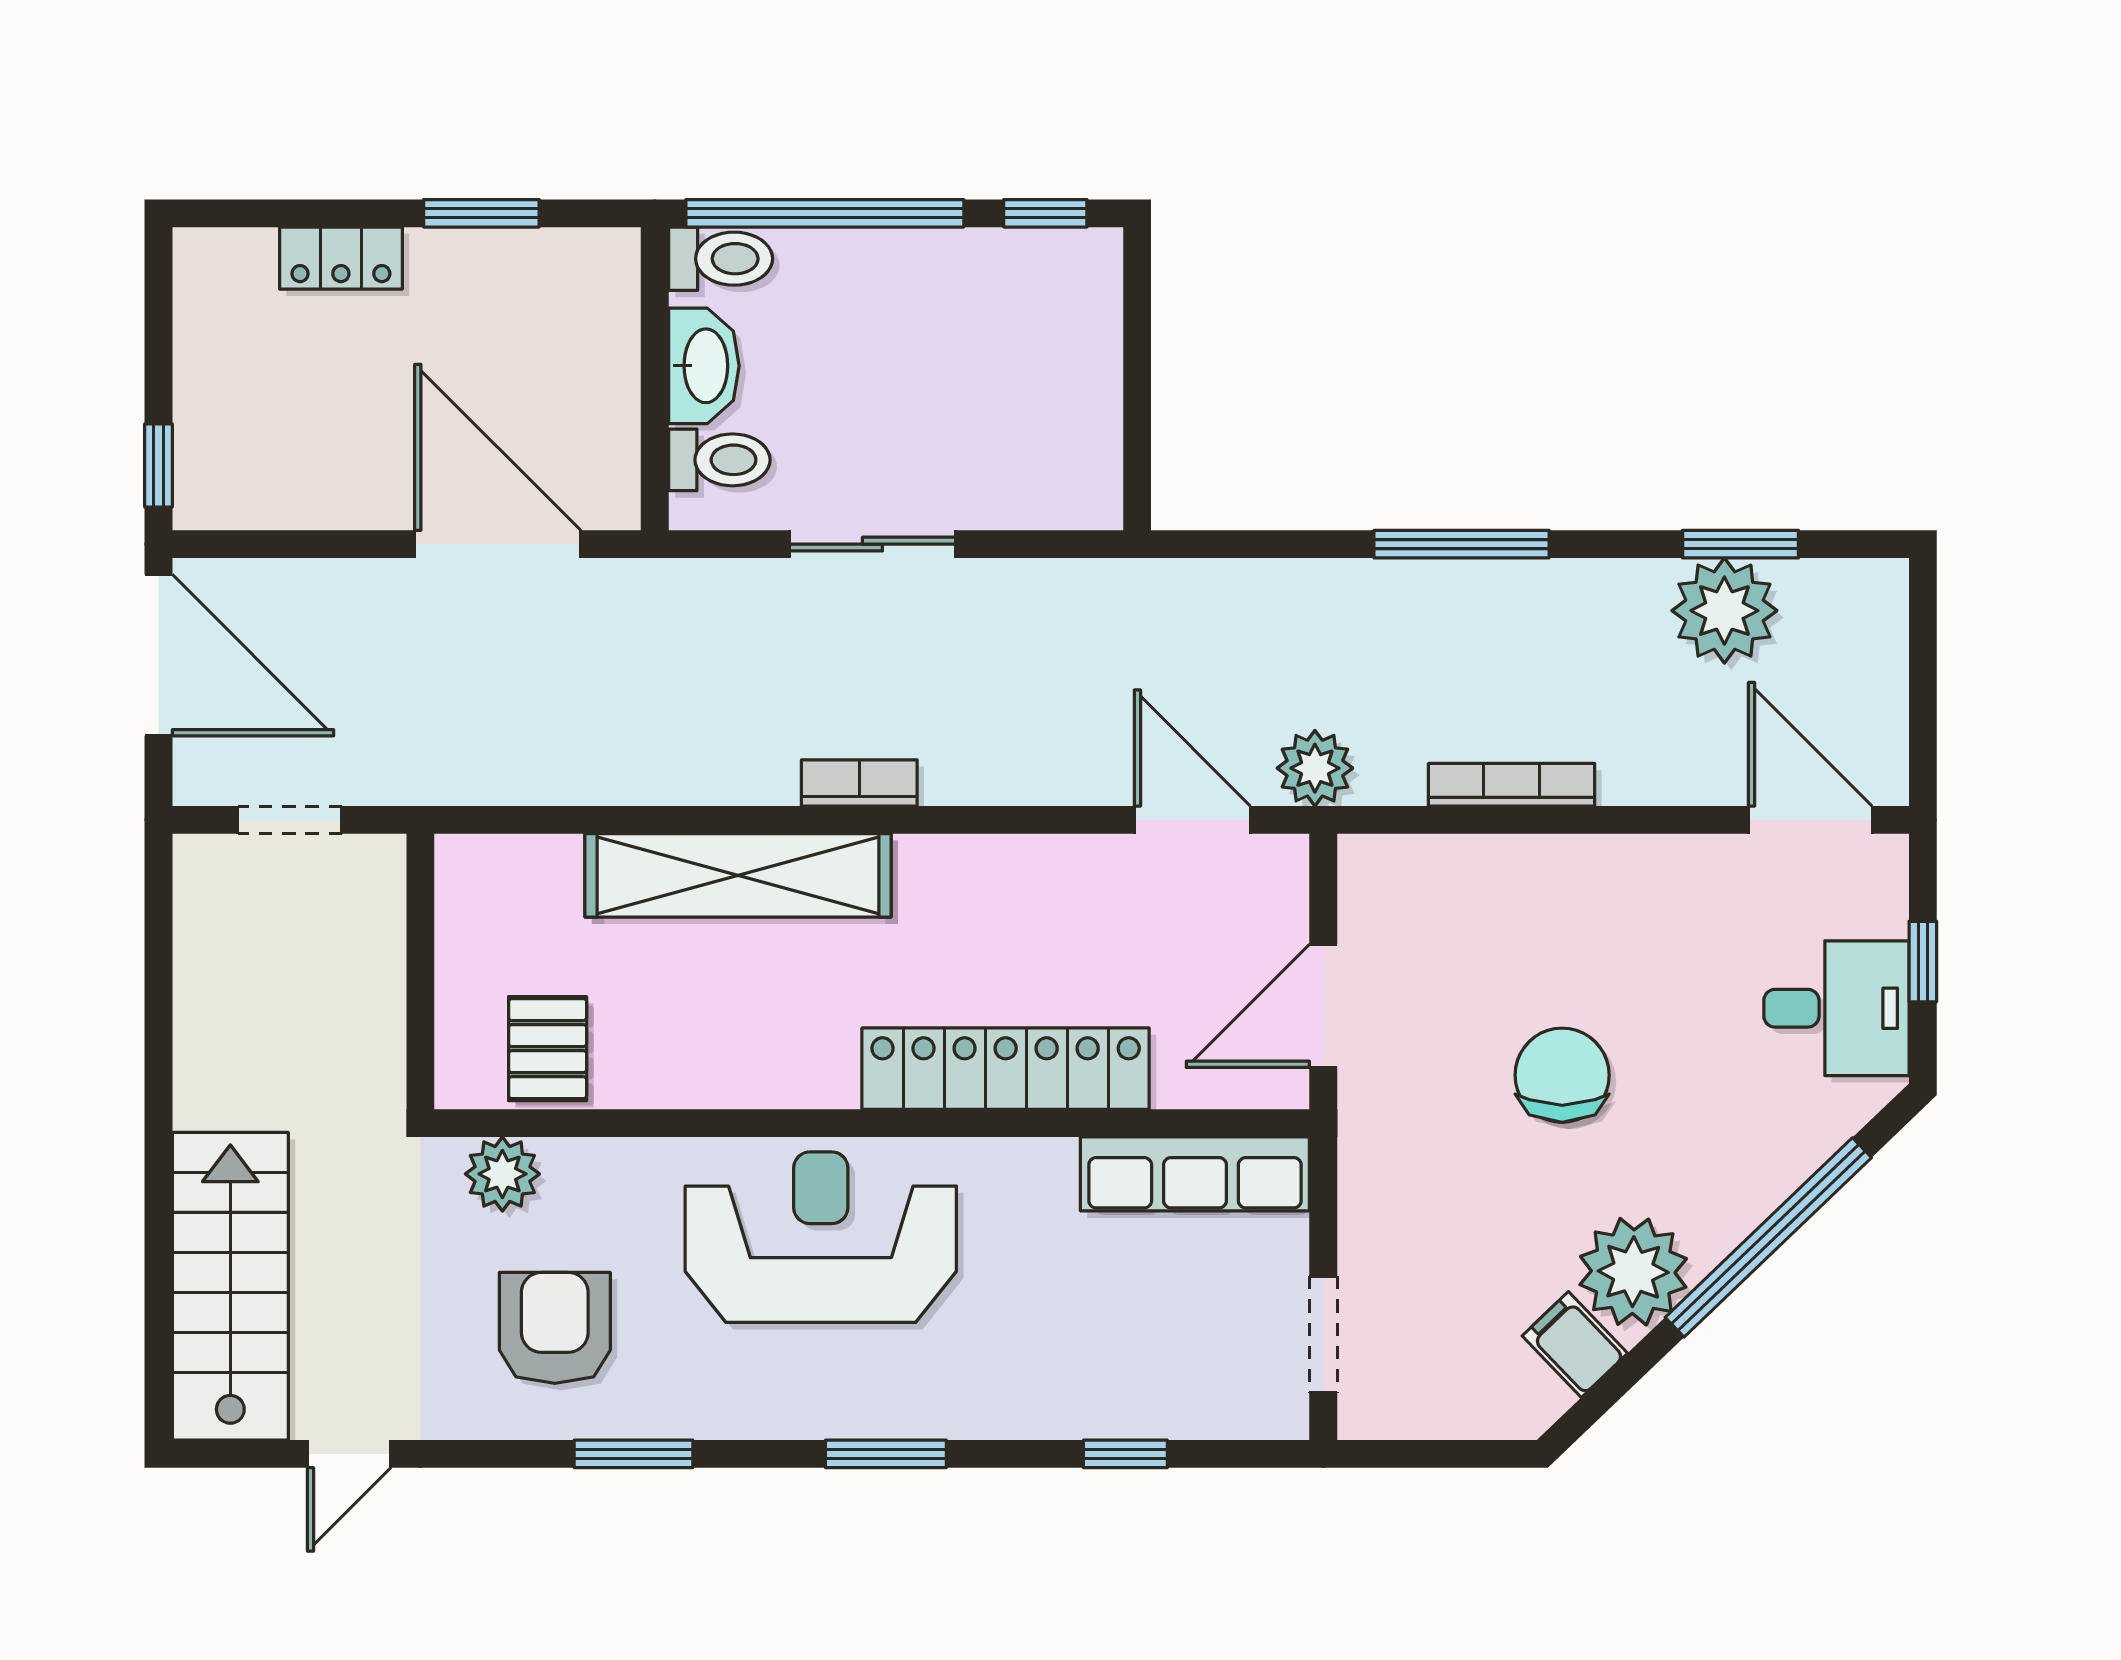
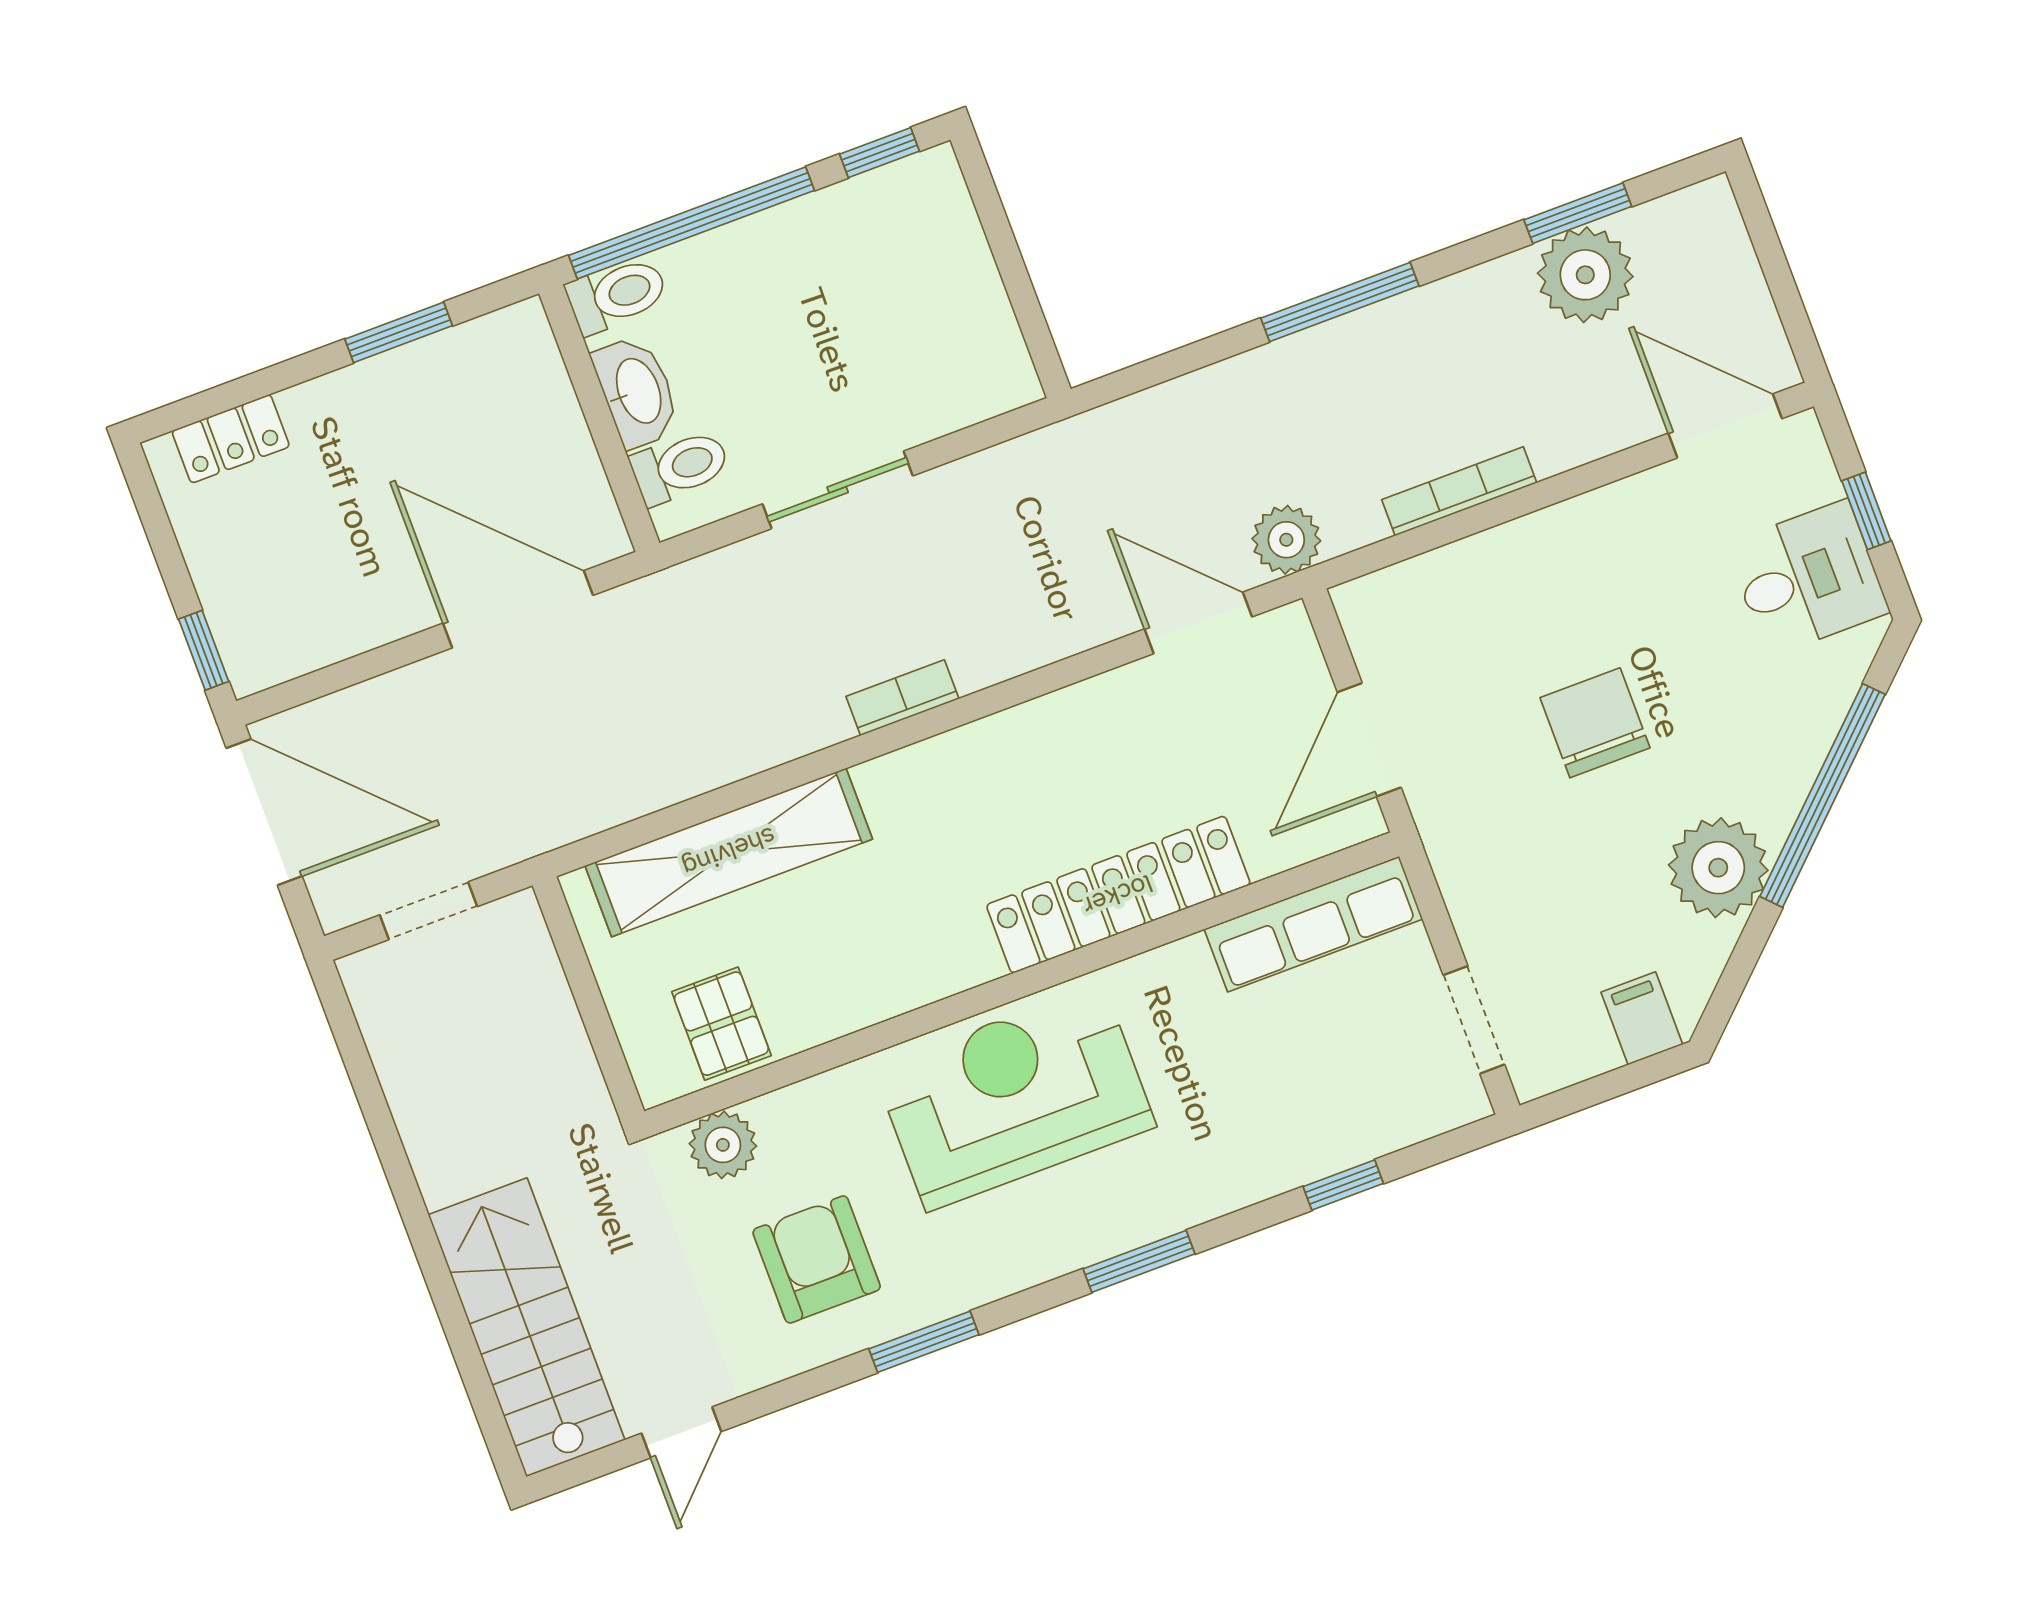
locker: (341, 258) -> (231, 439), moved
shelving: (738, 875) -> (729, 852), moved
filing cabinet: (1575, 1345) -> (1642, 1018), moved, turned 44

